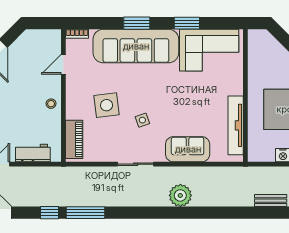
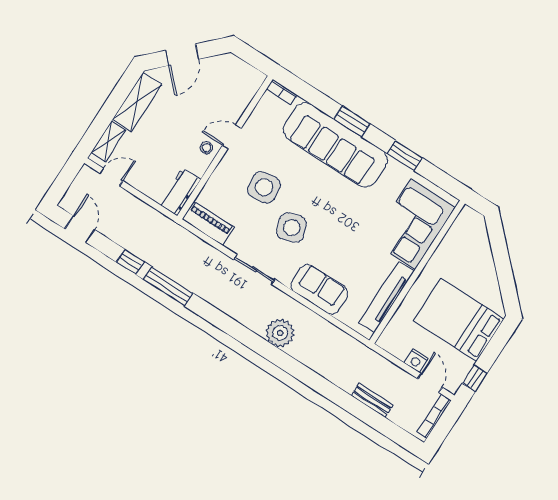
corner sofa: (209, 50) -> (413, 224), moved, turned 90
door: (63, 64) -> (232, 137), moved
side table: (142, 120) -> (292, 228), width x1.87, depth x1.87
piano: (74, 139) -> (208, 223), moved, turned -90
workbench: (33, 153) -> (180, 192), moved, turned -90

